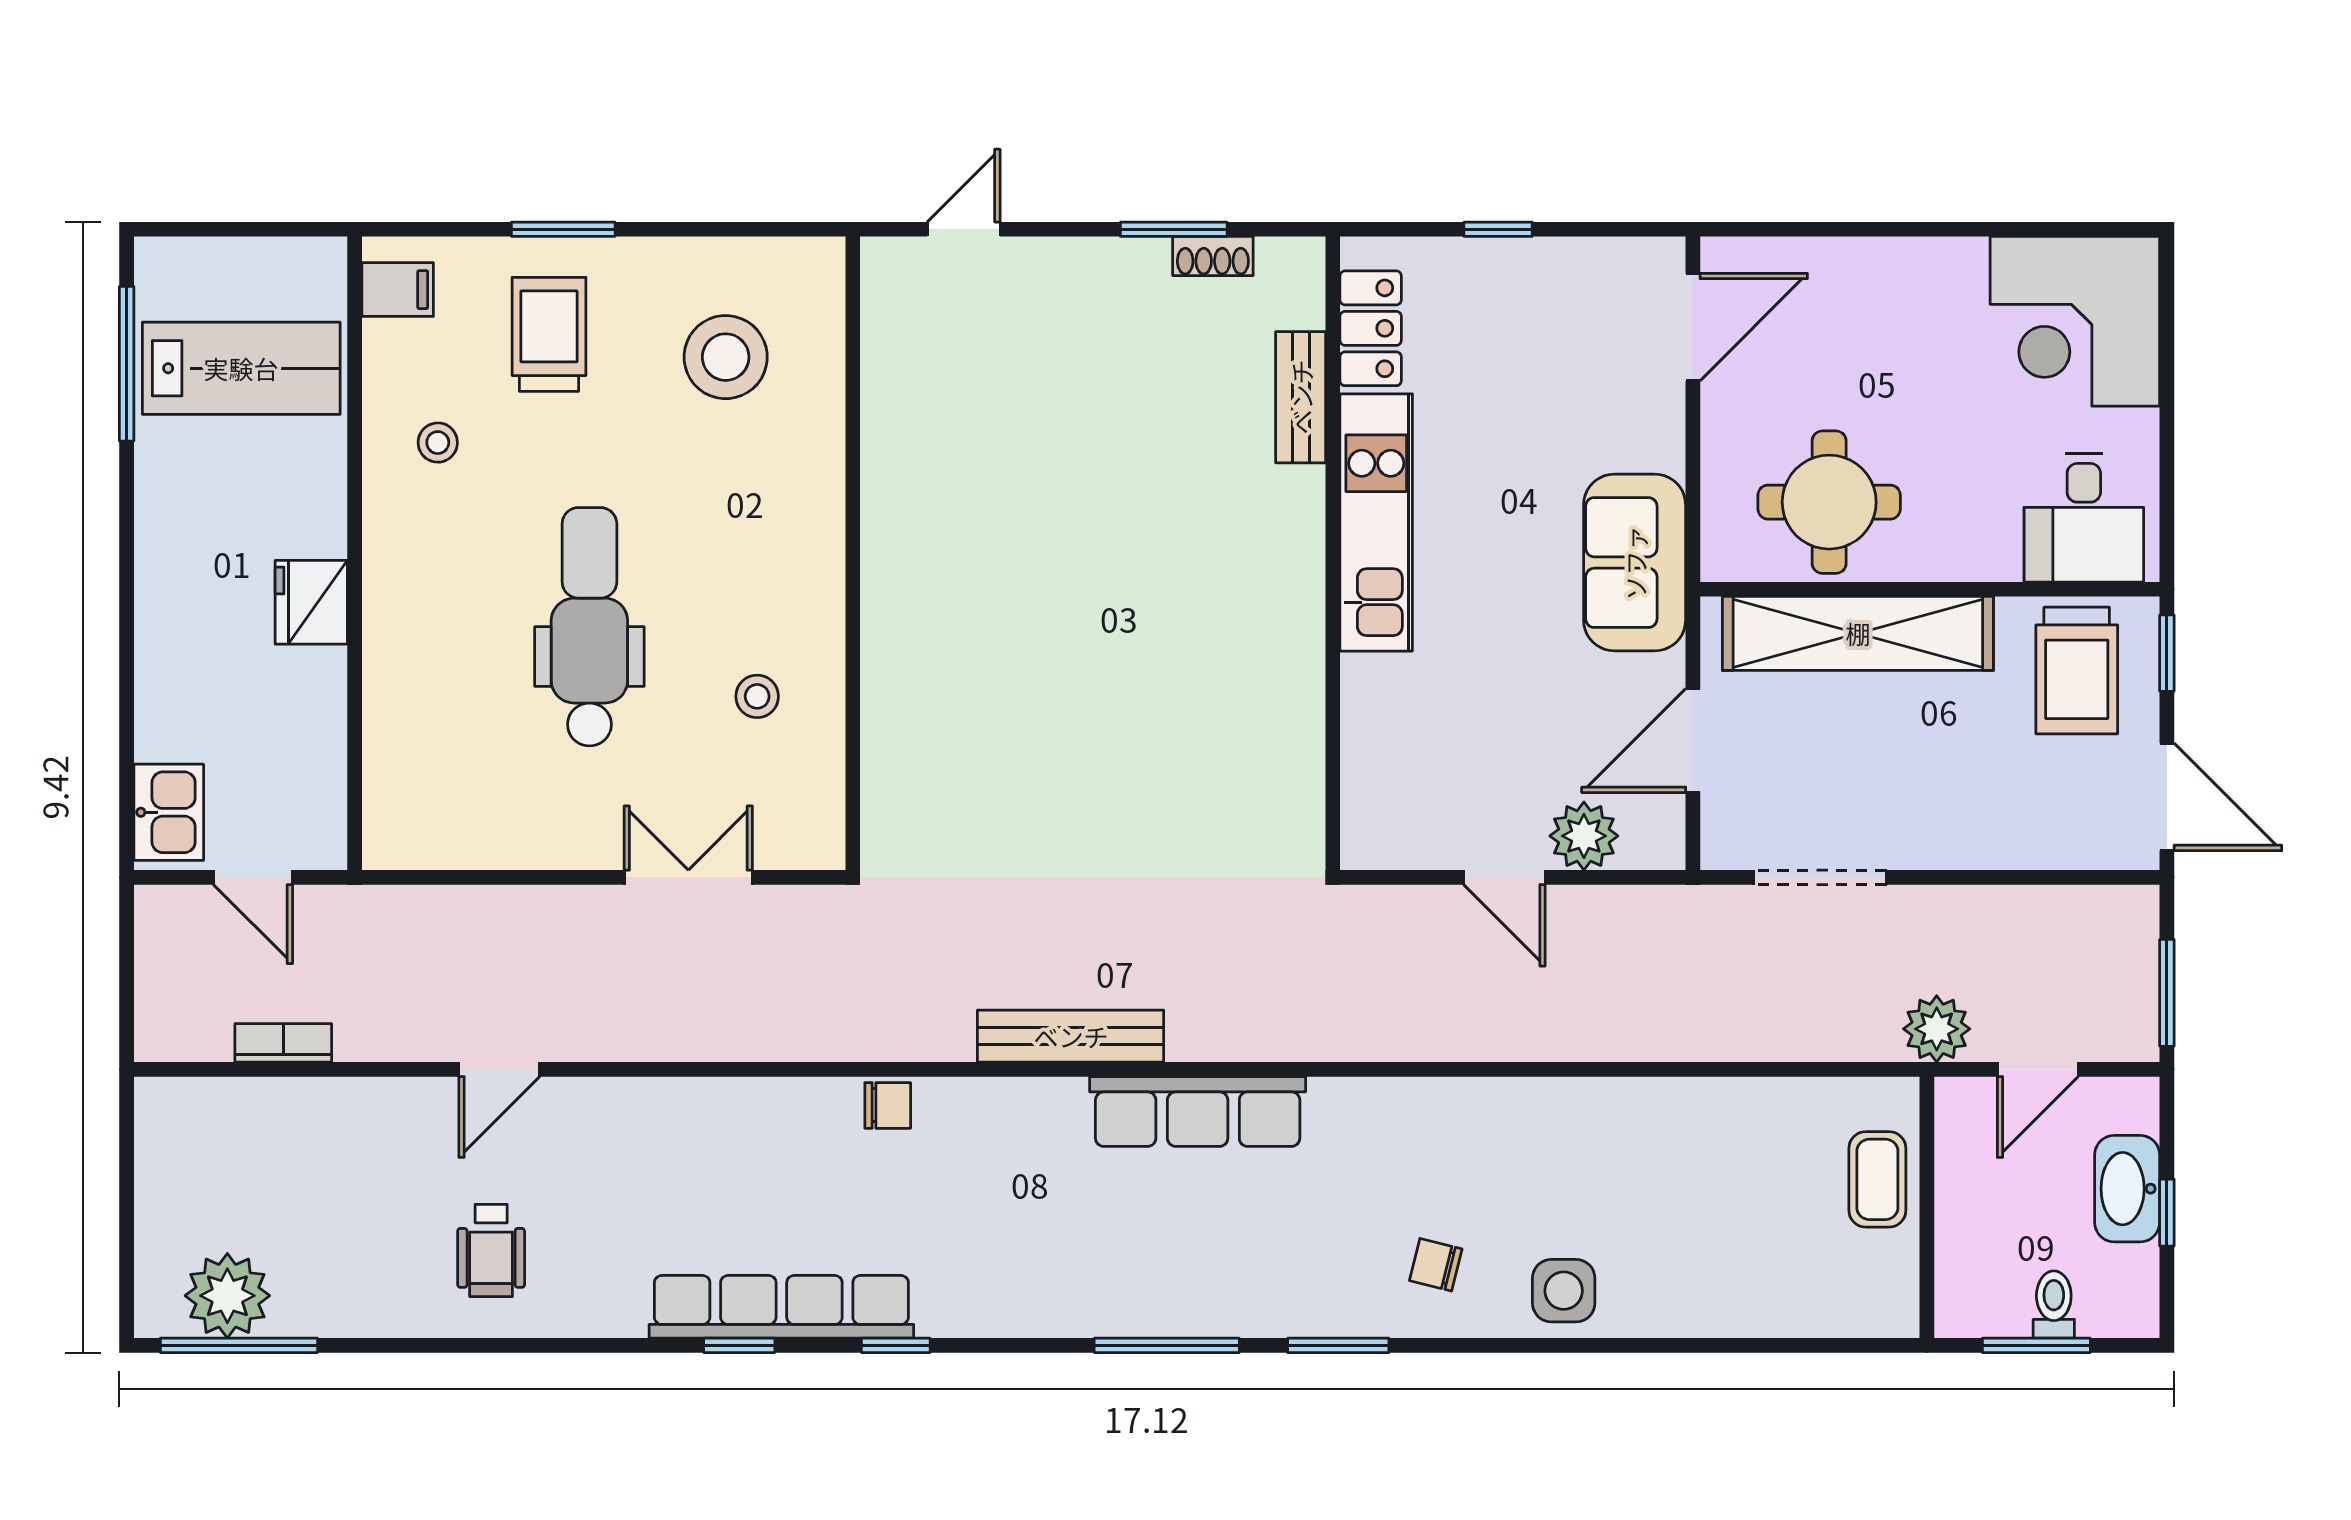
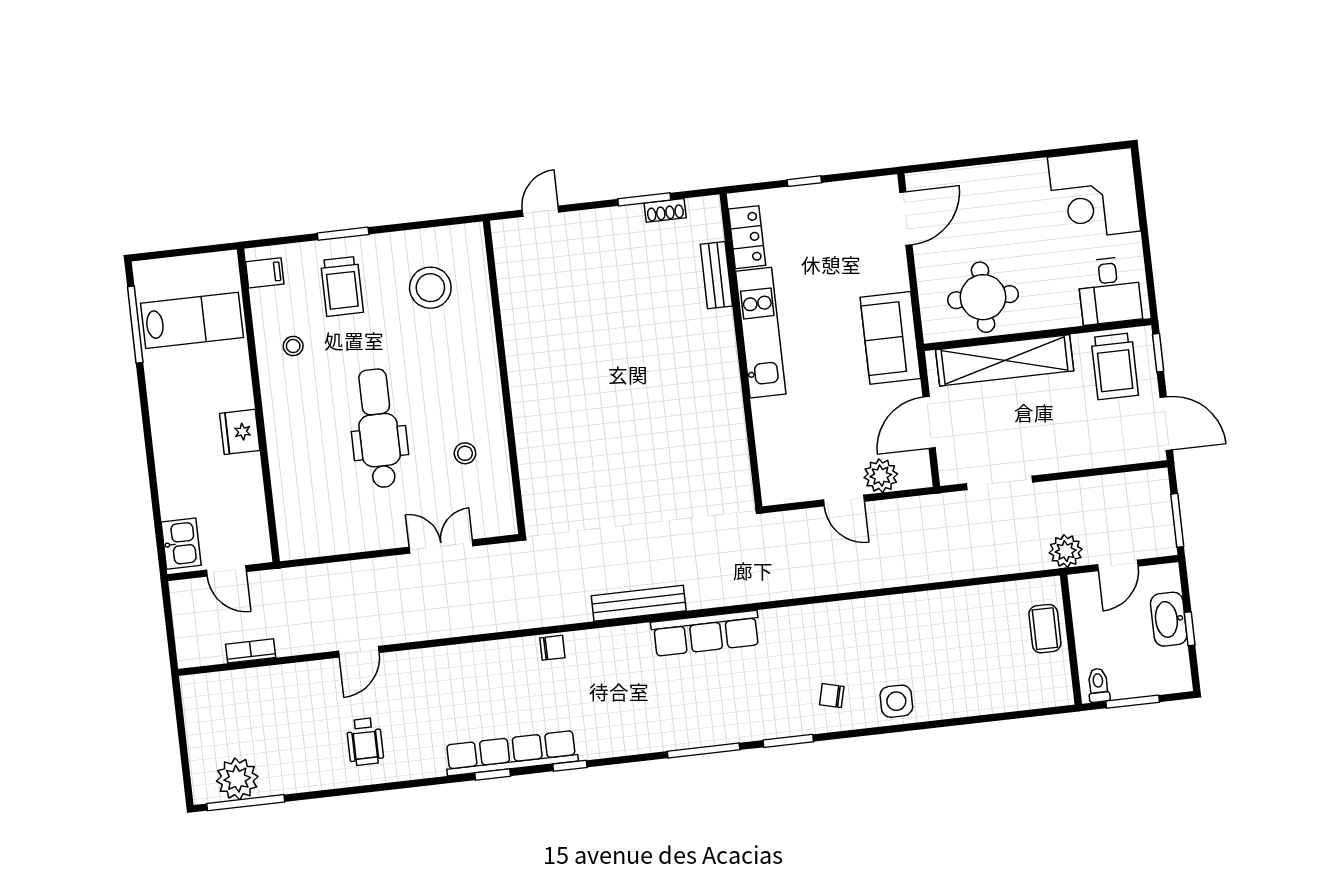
trolley: (549, 334) -> (342, 286), turned 180
toilet: (2054, 1305) -> (1098, 685), moved

